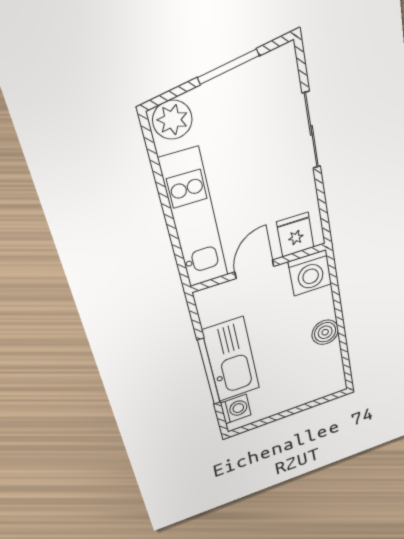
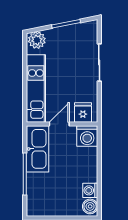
boiler: (325, 332) -> (90, 206), moved
kitchen sink: (231, 359) -> (37, 149), moved
washing machine: (236, 409) -> (90, 190), moved, turned 180

